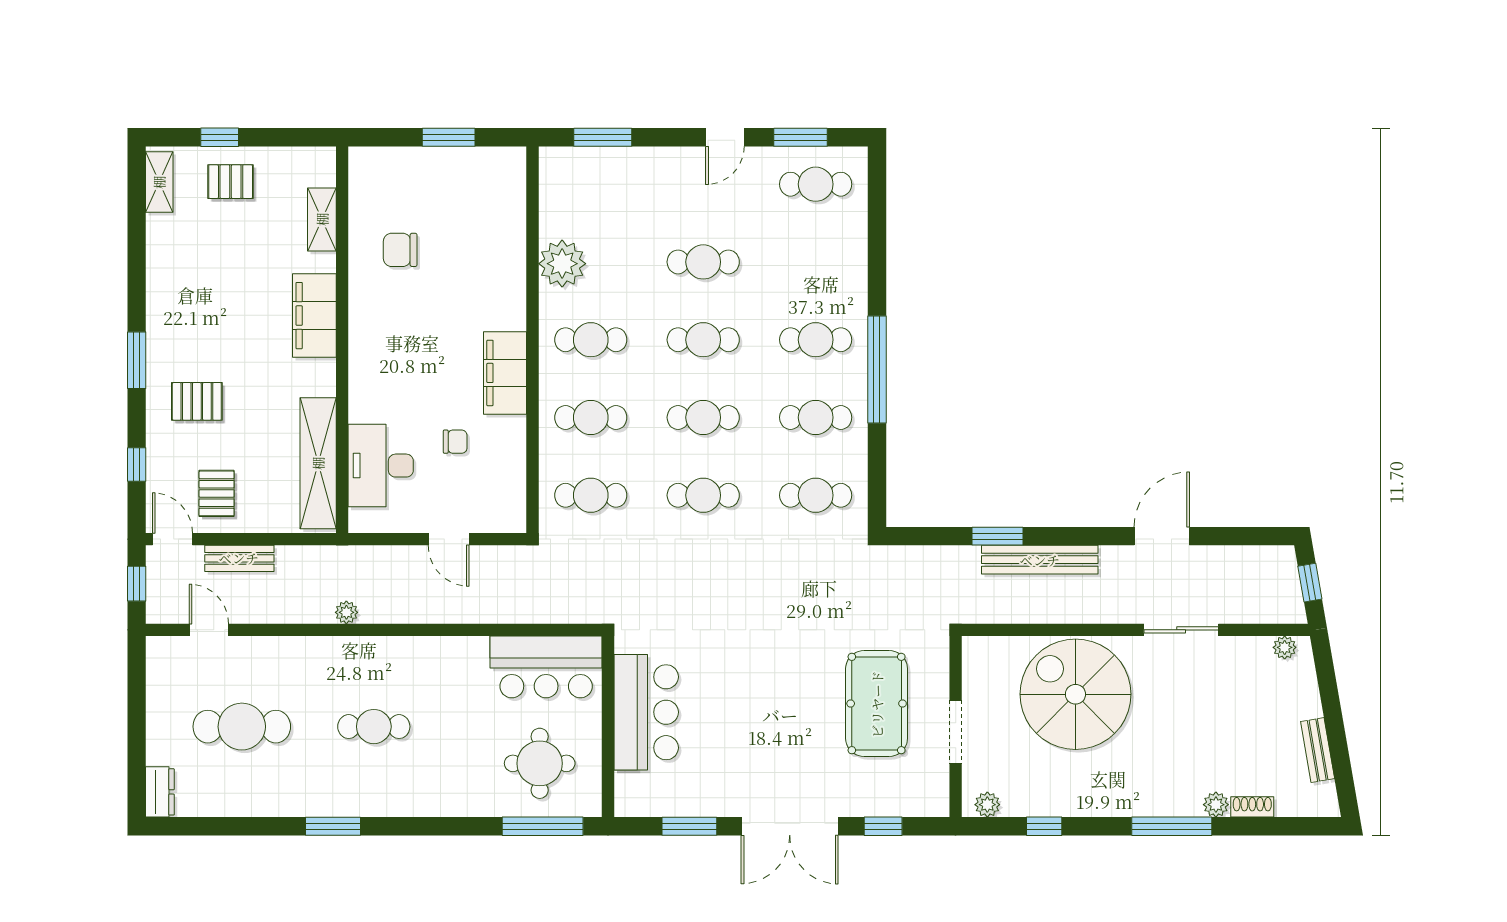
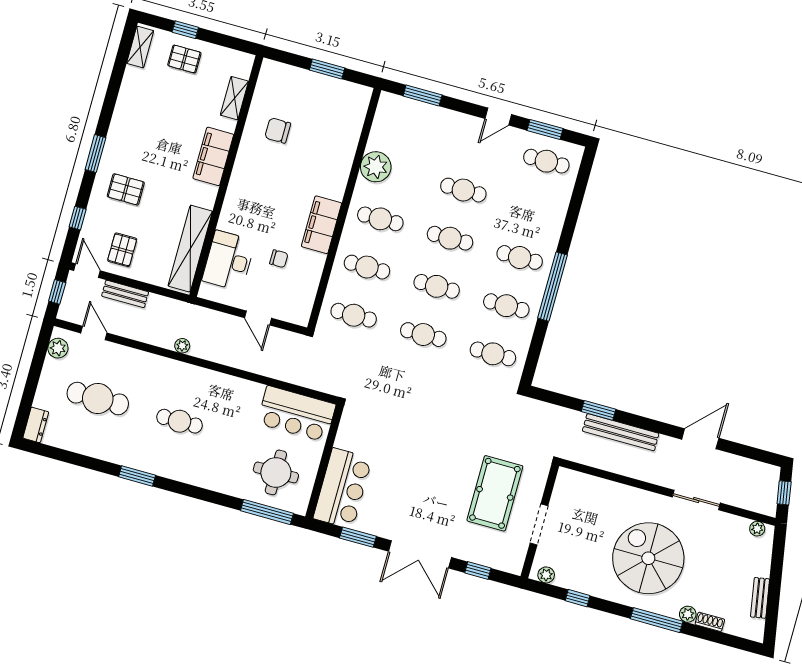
plant: (161, 668) -> (58, 348), added
spiral stairs: (1075, 694) -> (648, 558), moved
bar counter: (646, 712) -> (343, 488), moved

